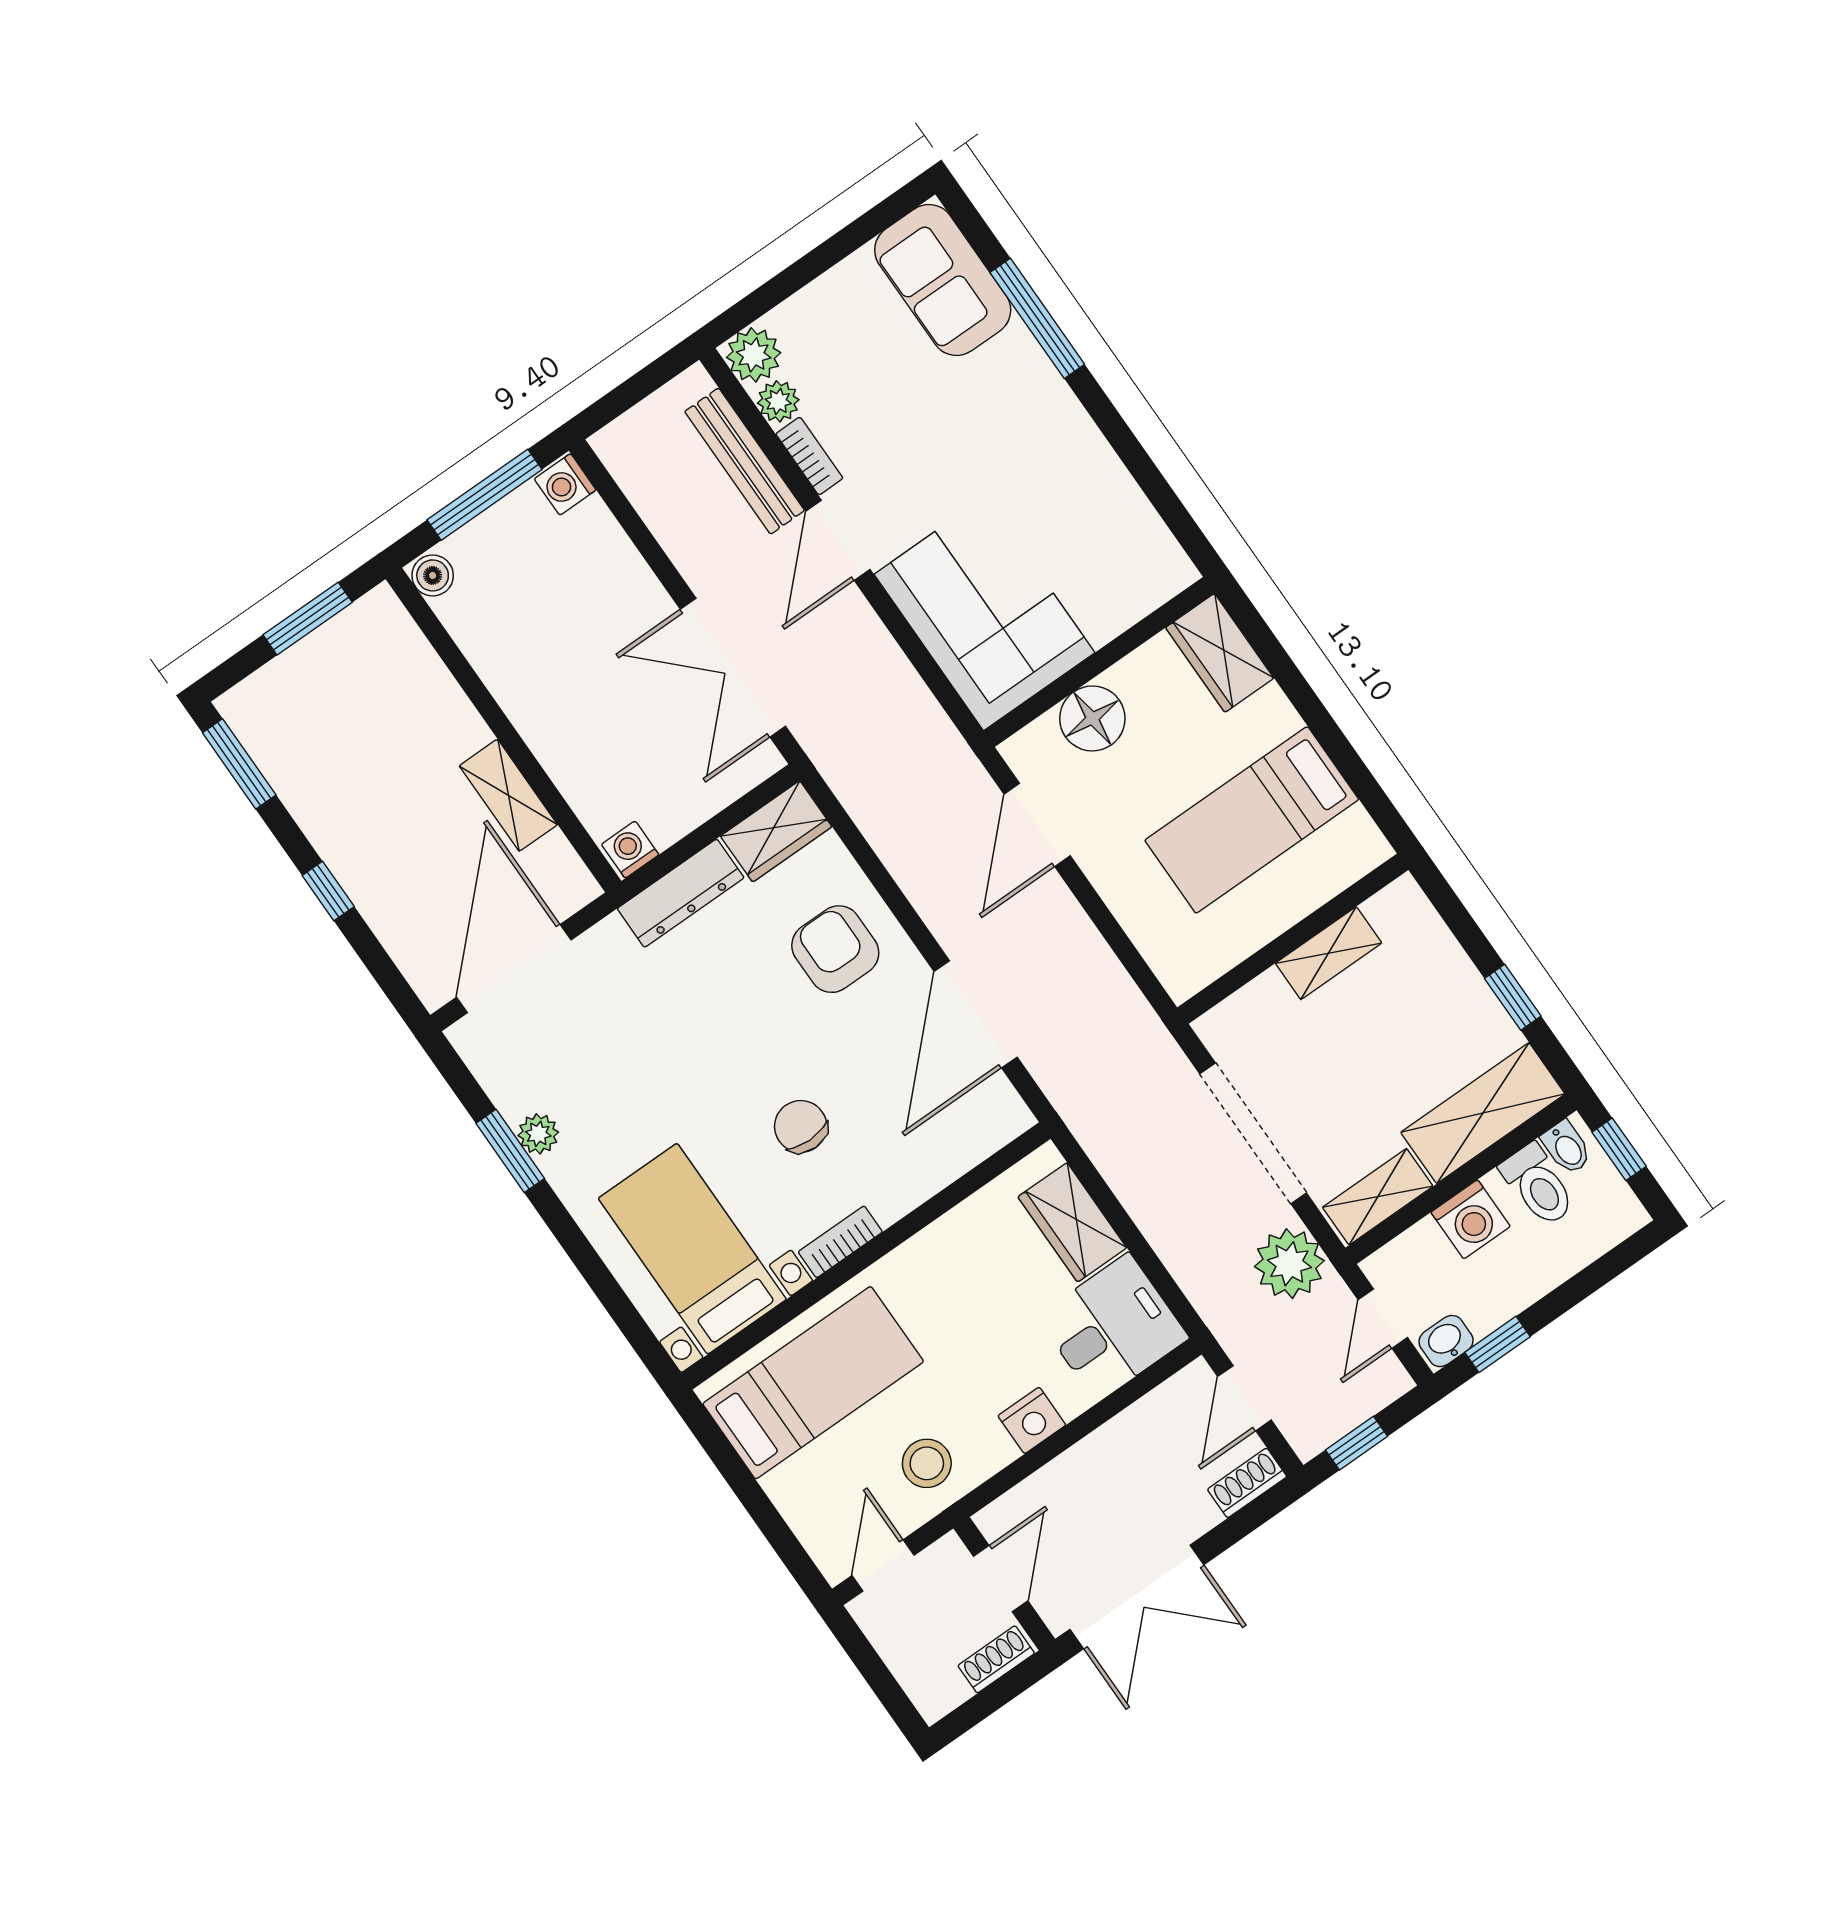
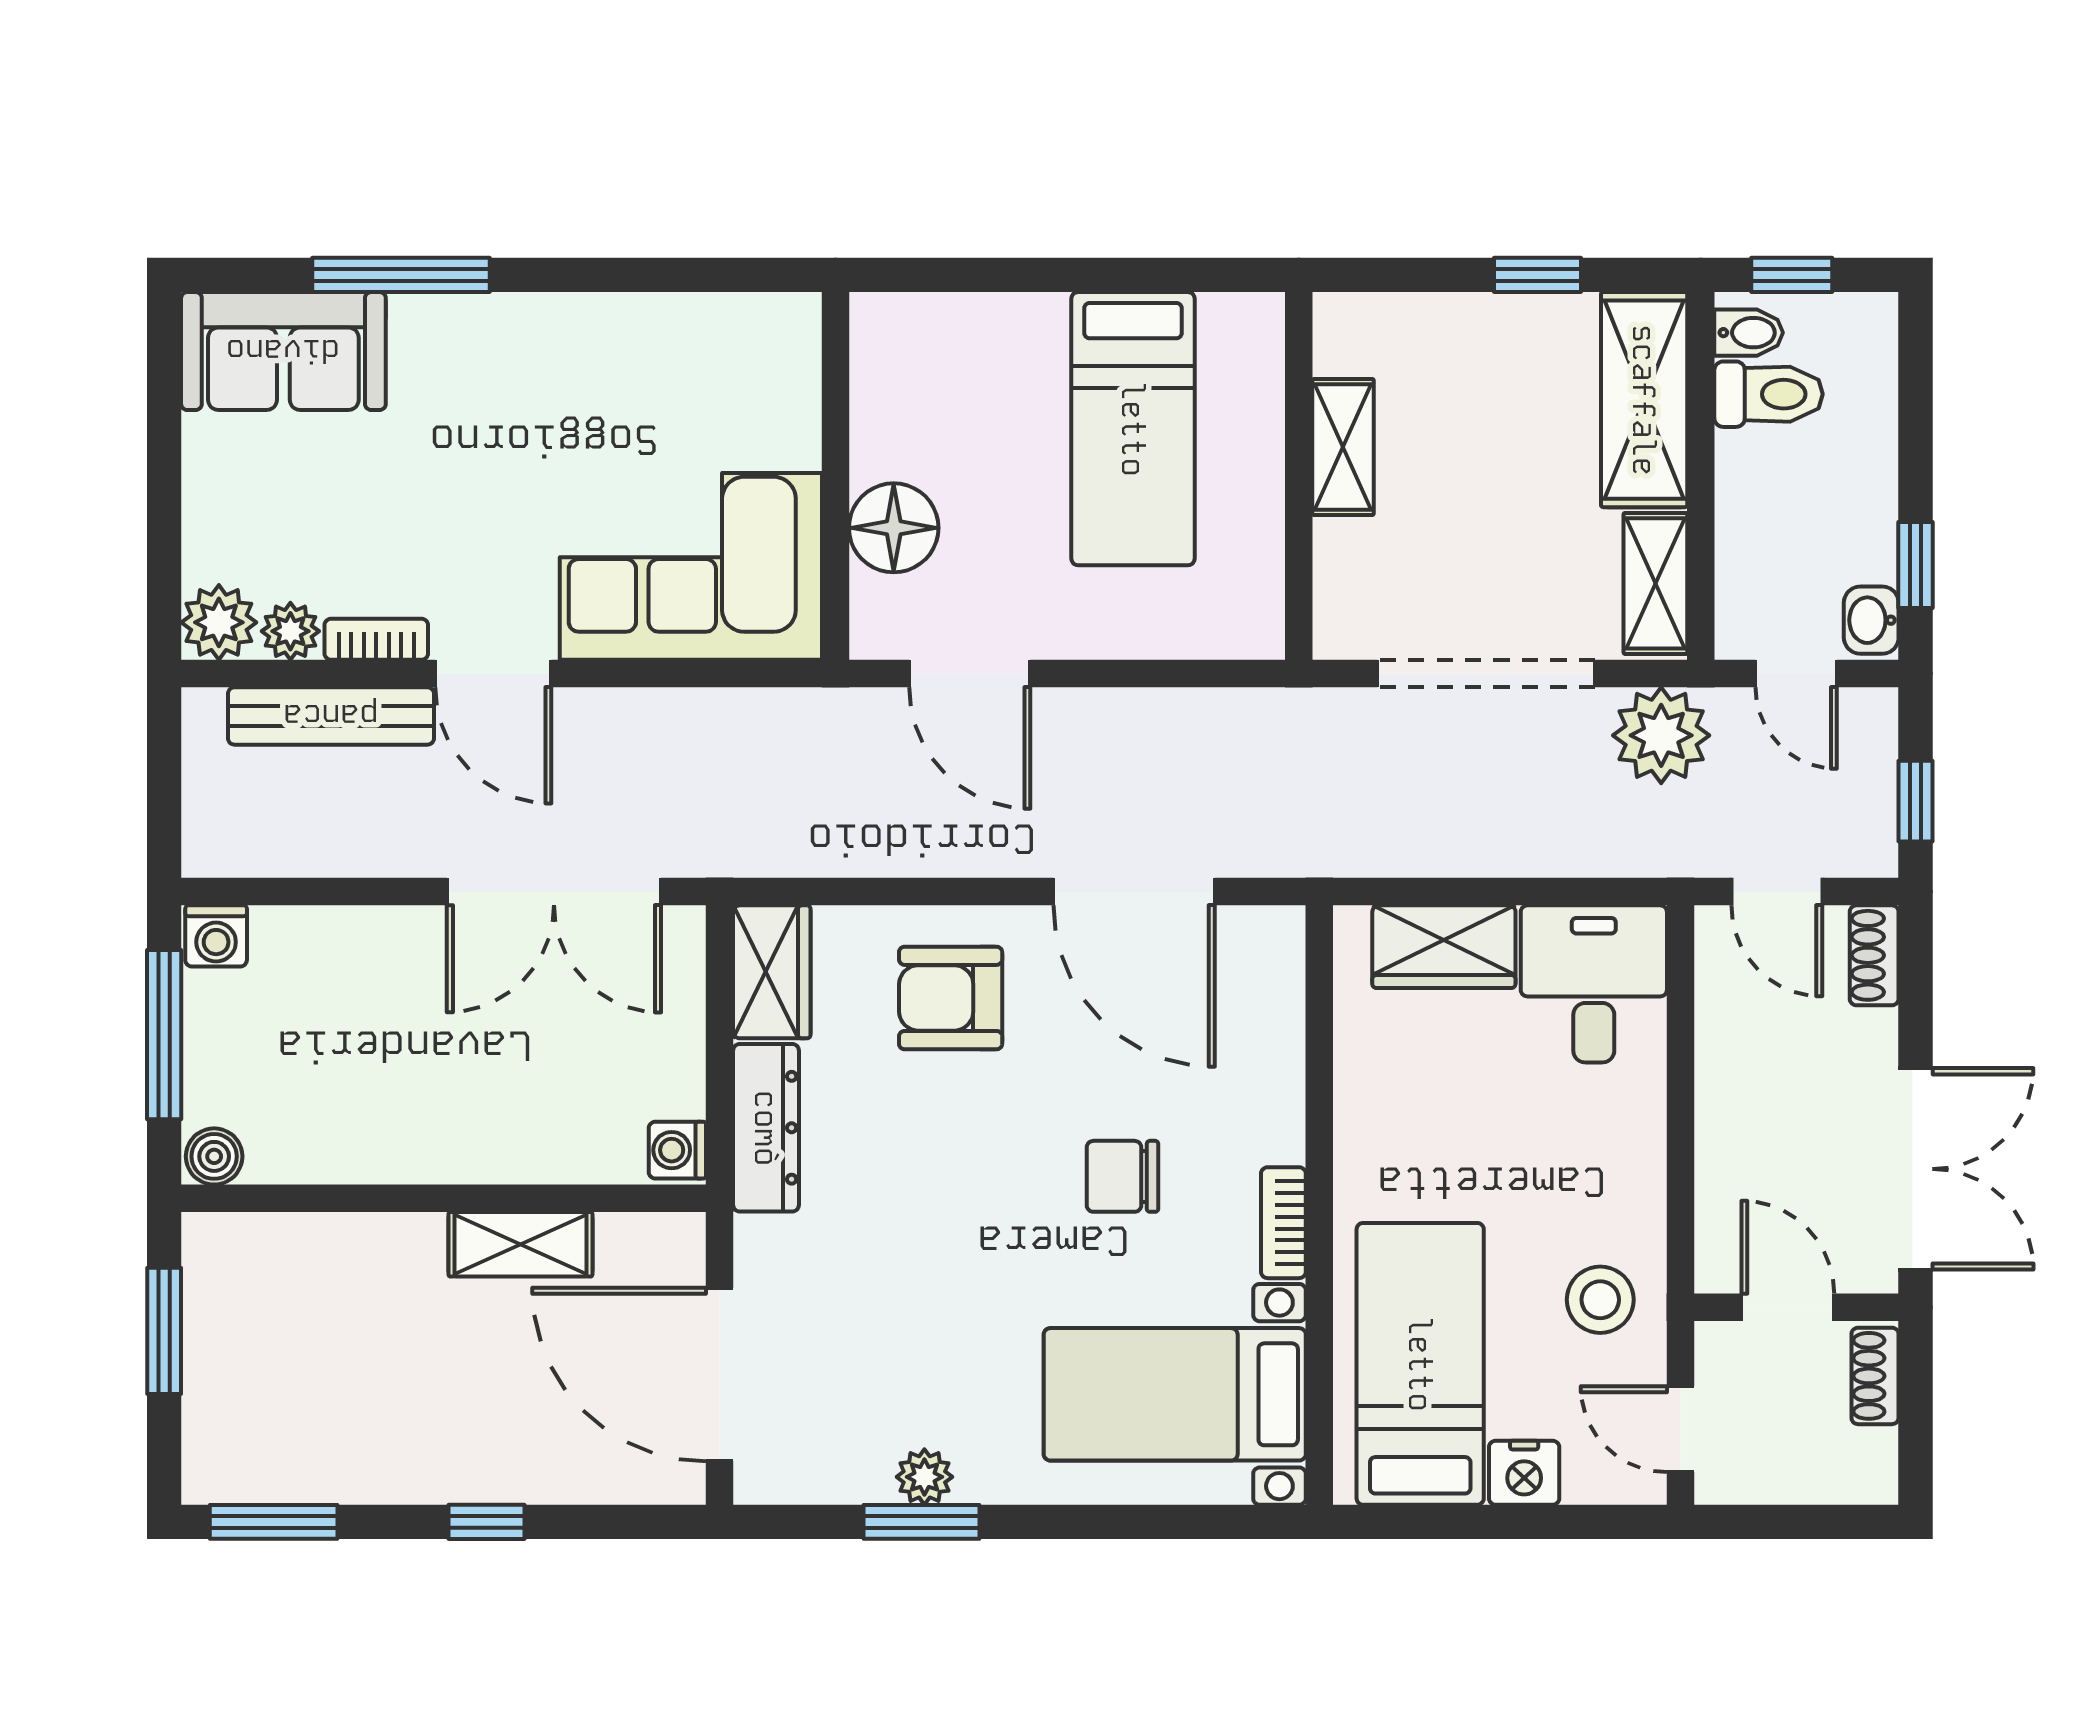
wardrobe: (1220, 653) -> (920, 333), removed
washing machine: (1471, 1219) -> (1754, 497), removed
nightstand: (1032, 1420) -> (1524, 1473), moved, turned 90

